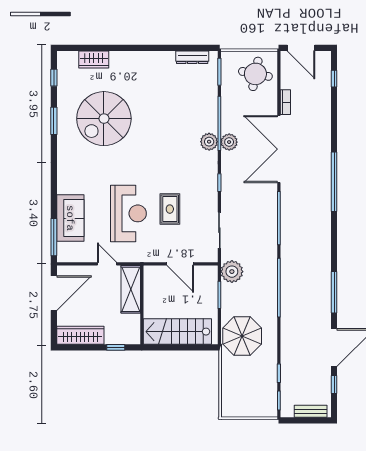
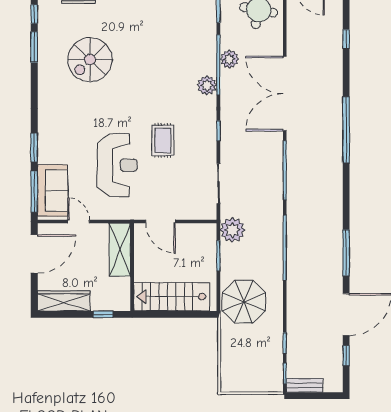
window: (334, 79) -> (346, 39), moved
bookcase: (285, 102) -> (292, 41), removed
spiral stairs: (104, 119) -> (90, 60), width x0.73, depth x0.73
window: (54, 121) -> (34, 47), moved
plant: (229, 142) -> (229, 59), moved
window: (54, 198) -> (34, 147), added
rug: (170, 209) -> (163, 140), moved
sofa: (70, 218) -> (53, 191), moved
door: (107, 264) -> (79, 221), moved
door: (180, 264) -> (160, 221), moved
bench: (311, 411) -> (305, 385), moved

